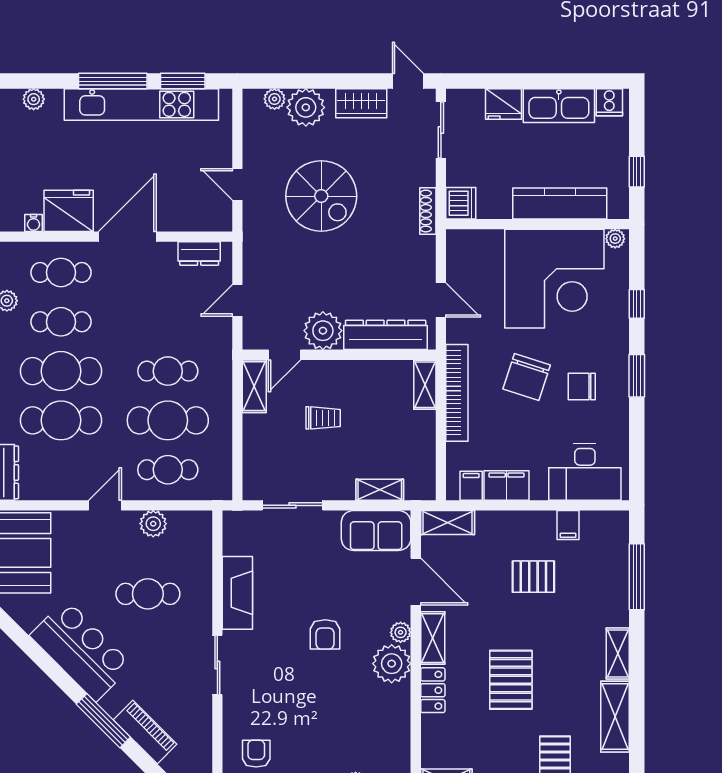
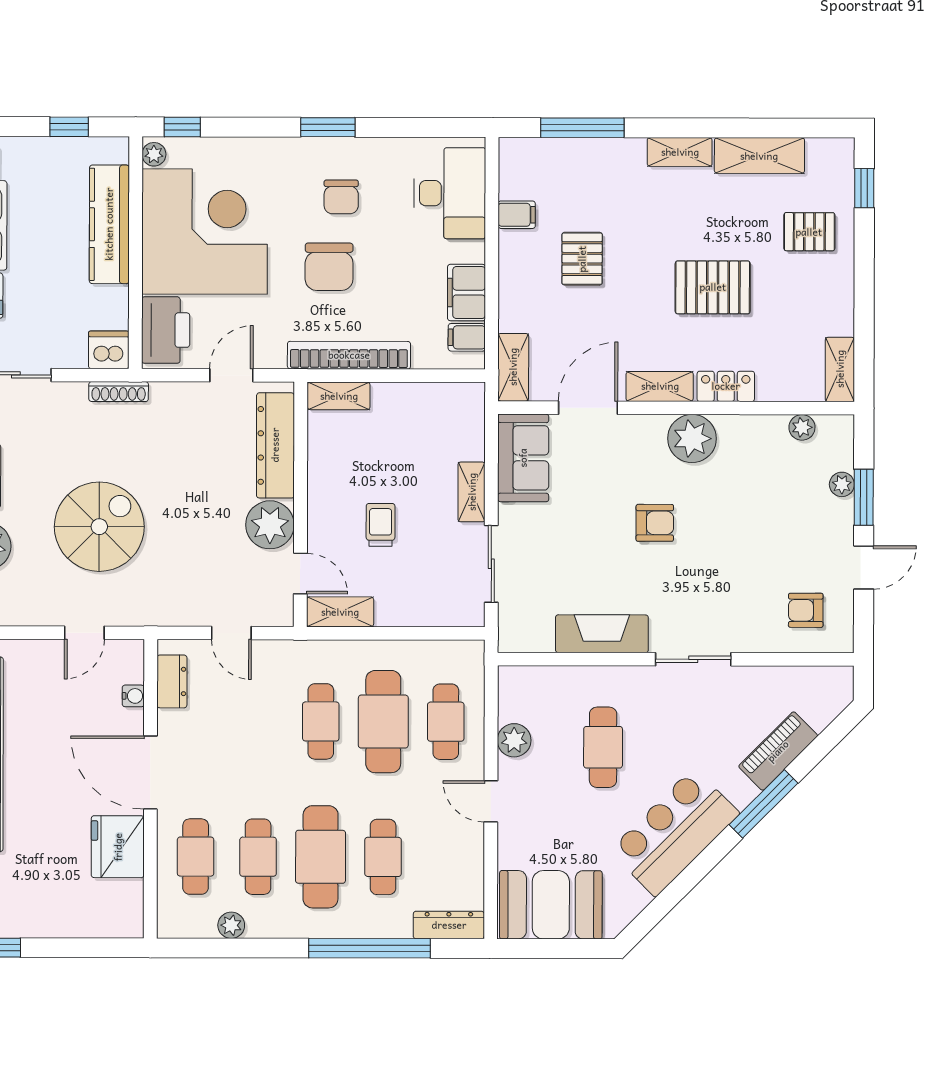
water cooler: (34, 223) -> (133, 696), moved
printer: (477, 248) -> (166, 330), added
window: (637, 304) -> (182, 127), moved
chair: (527, 377) -> (329, 267), turned 72
cafe table: (61, 420) -> (383, 857), width x0.73, depth x0.74
shelving: (380, 490) -> (472, 492), moved
plant: (401, 632) -> (802, 427), moved

